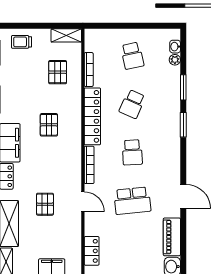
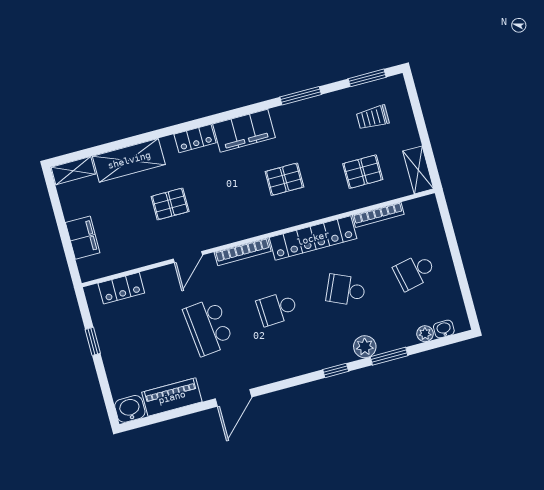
trolley: (21, 42) -> (373, 117), moved, turned -90
plant: (173, 102) -> (365, 347), added
window: (183, 125) -> (336, 370), width x0.67

